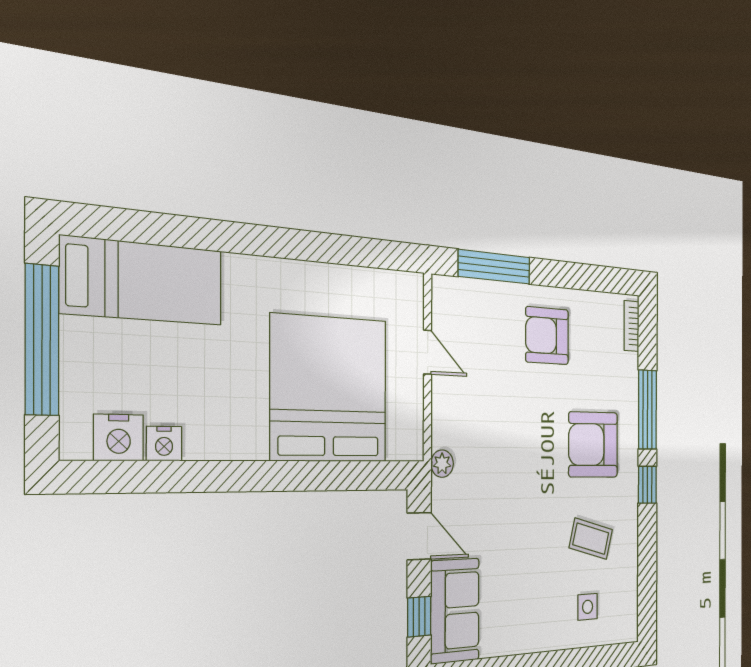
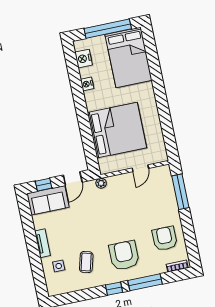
bed: (143, 281) -> (129, 57), width x1.50
armchair: (547, 336) -> (165, 238), moved
nightstand: (164, 444) -> (87, 84), moved
tv unit: (539, 639) -> (42, 243), added

